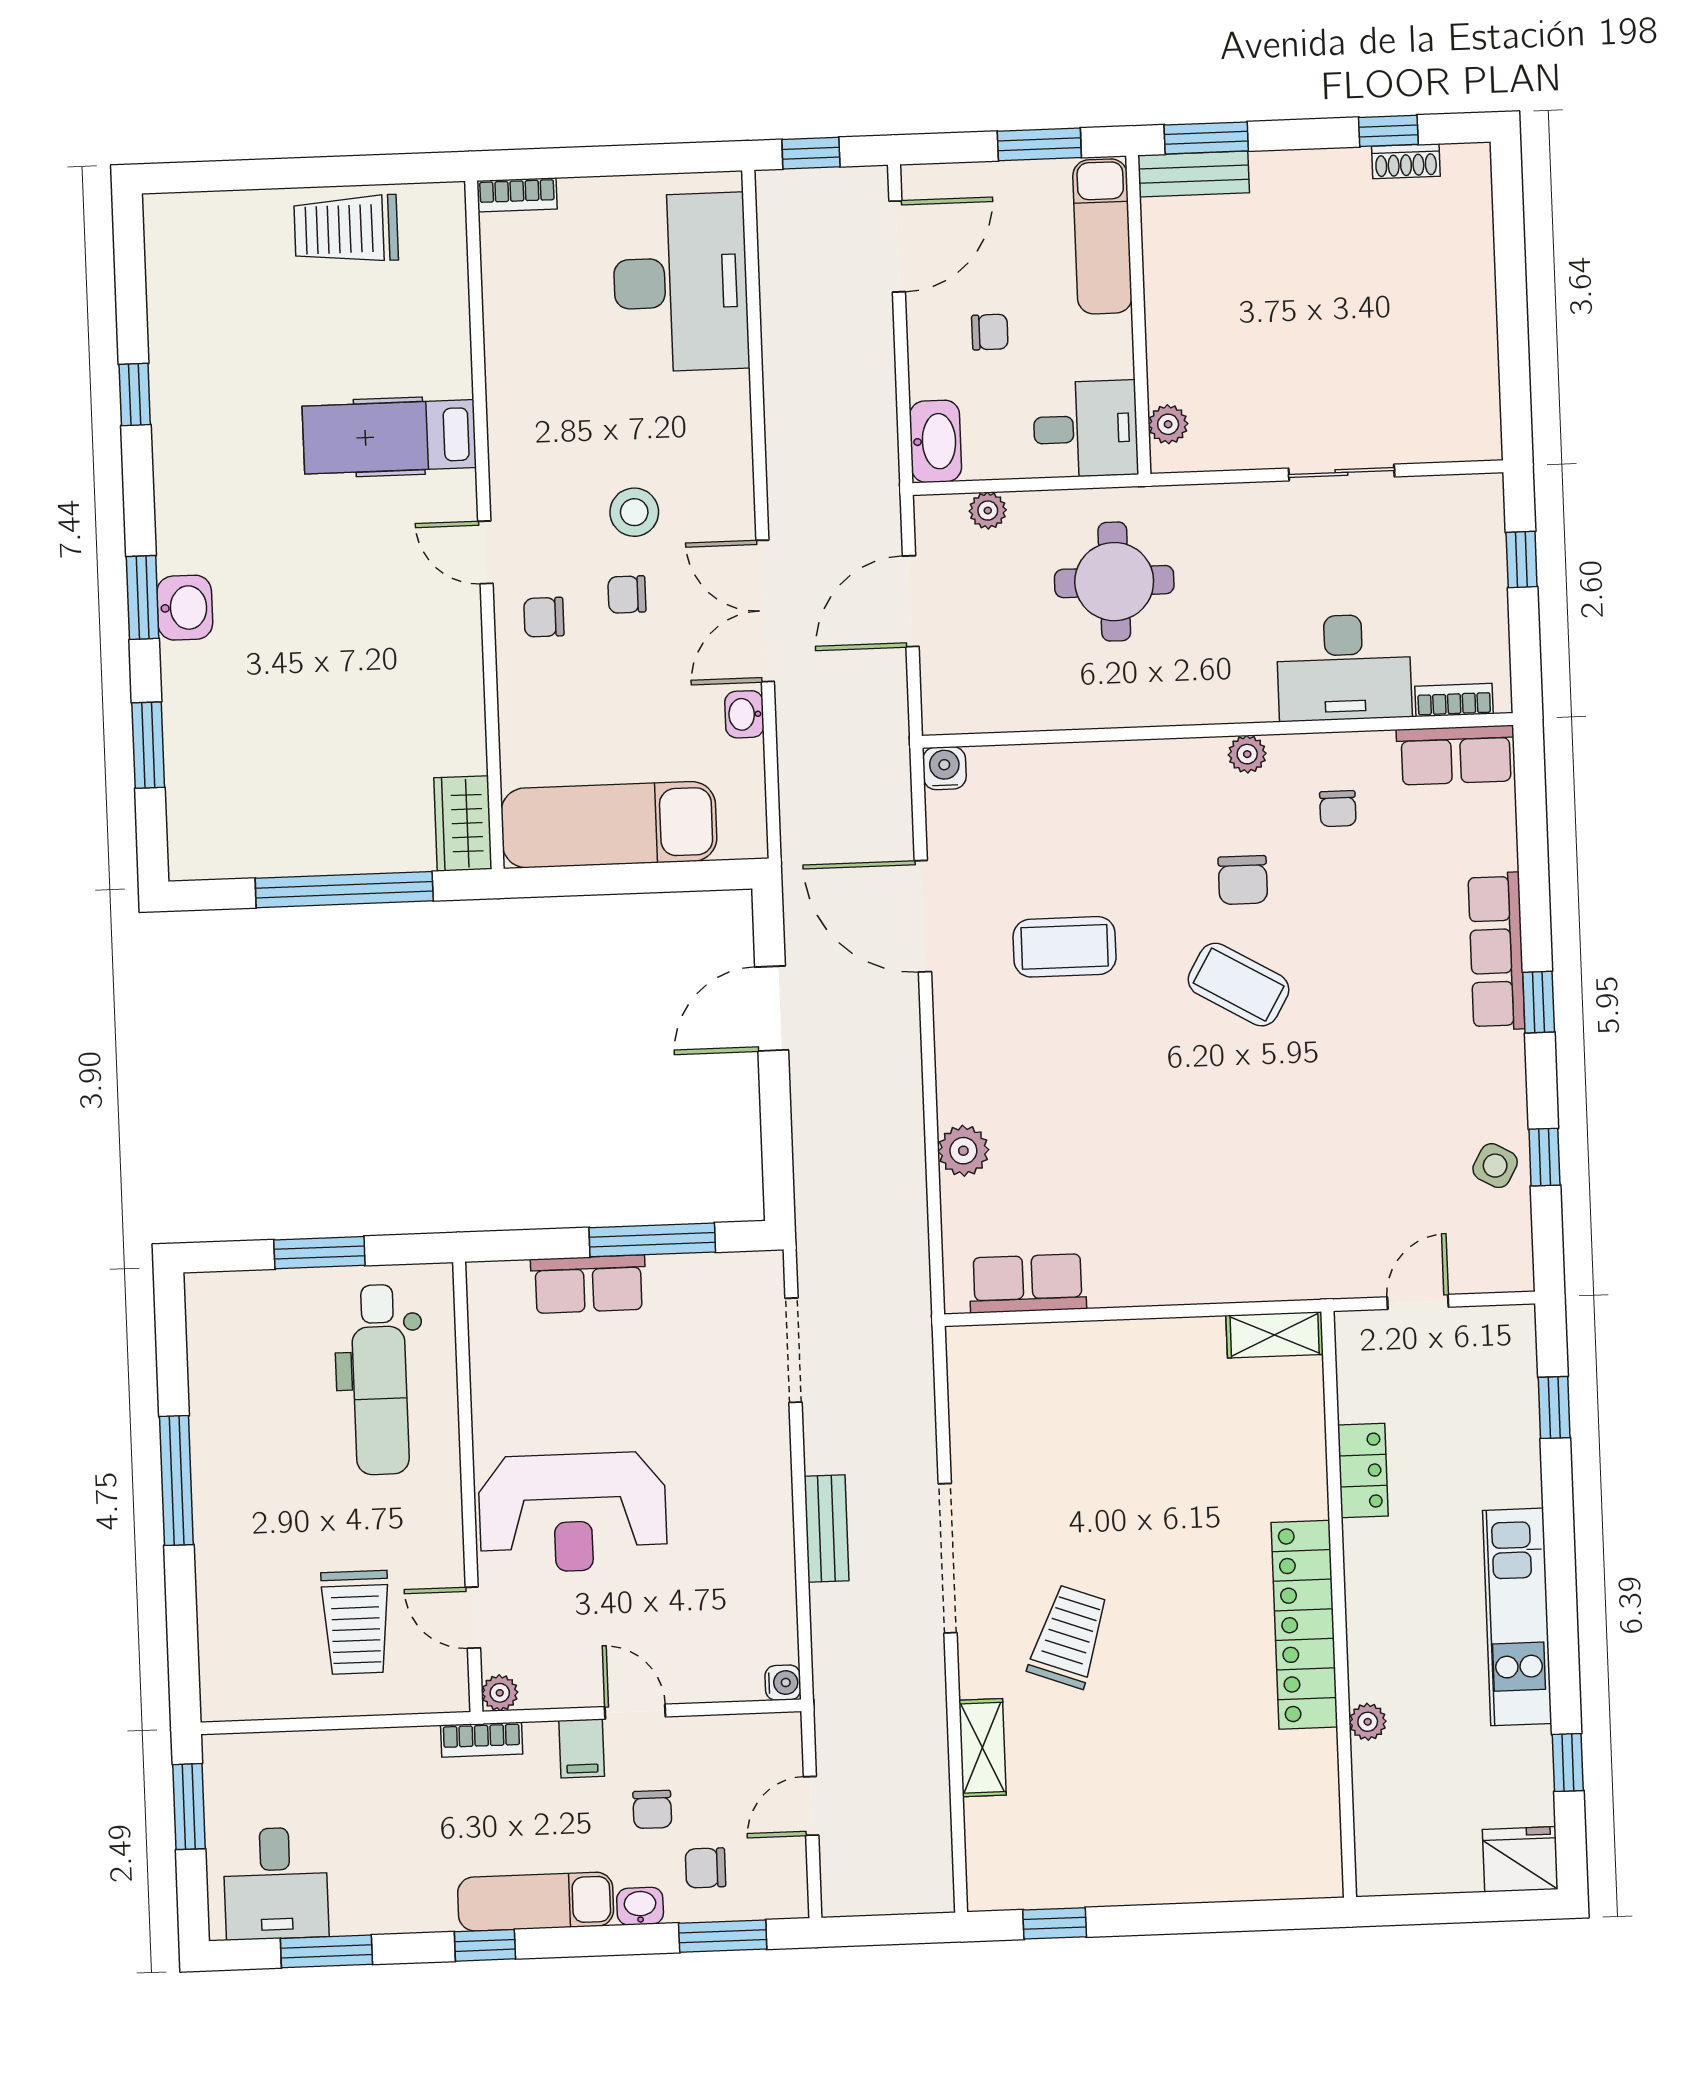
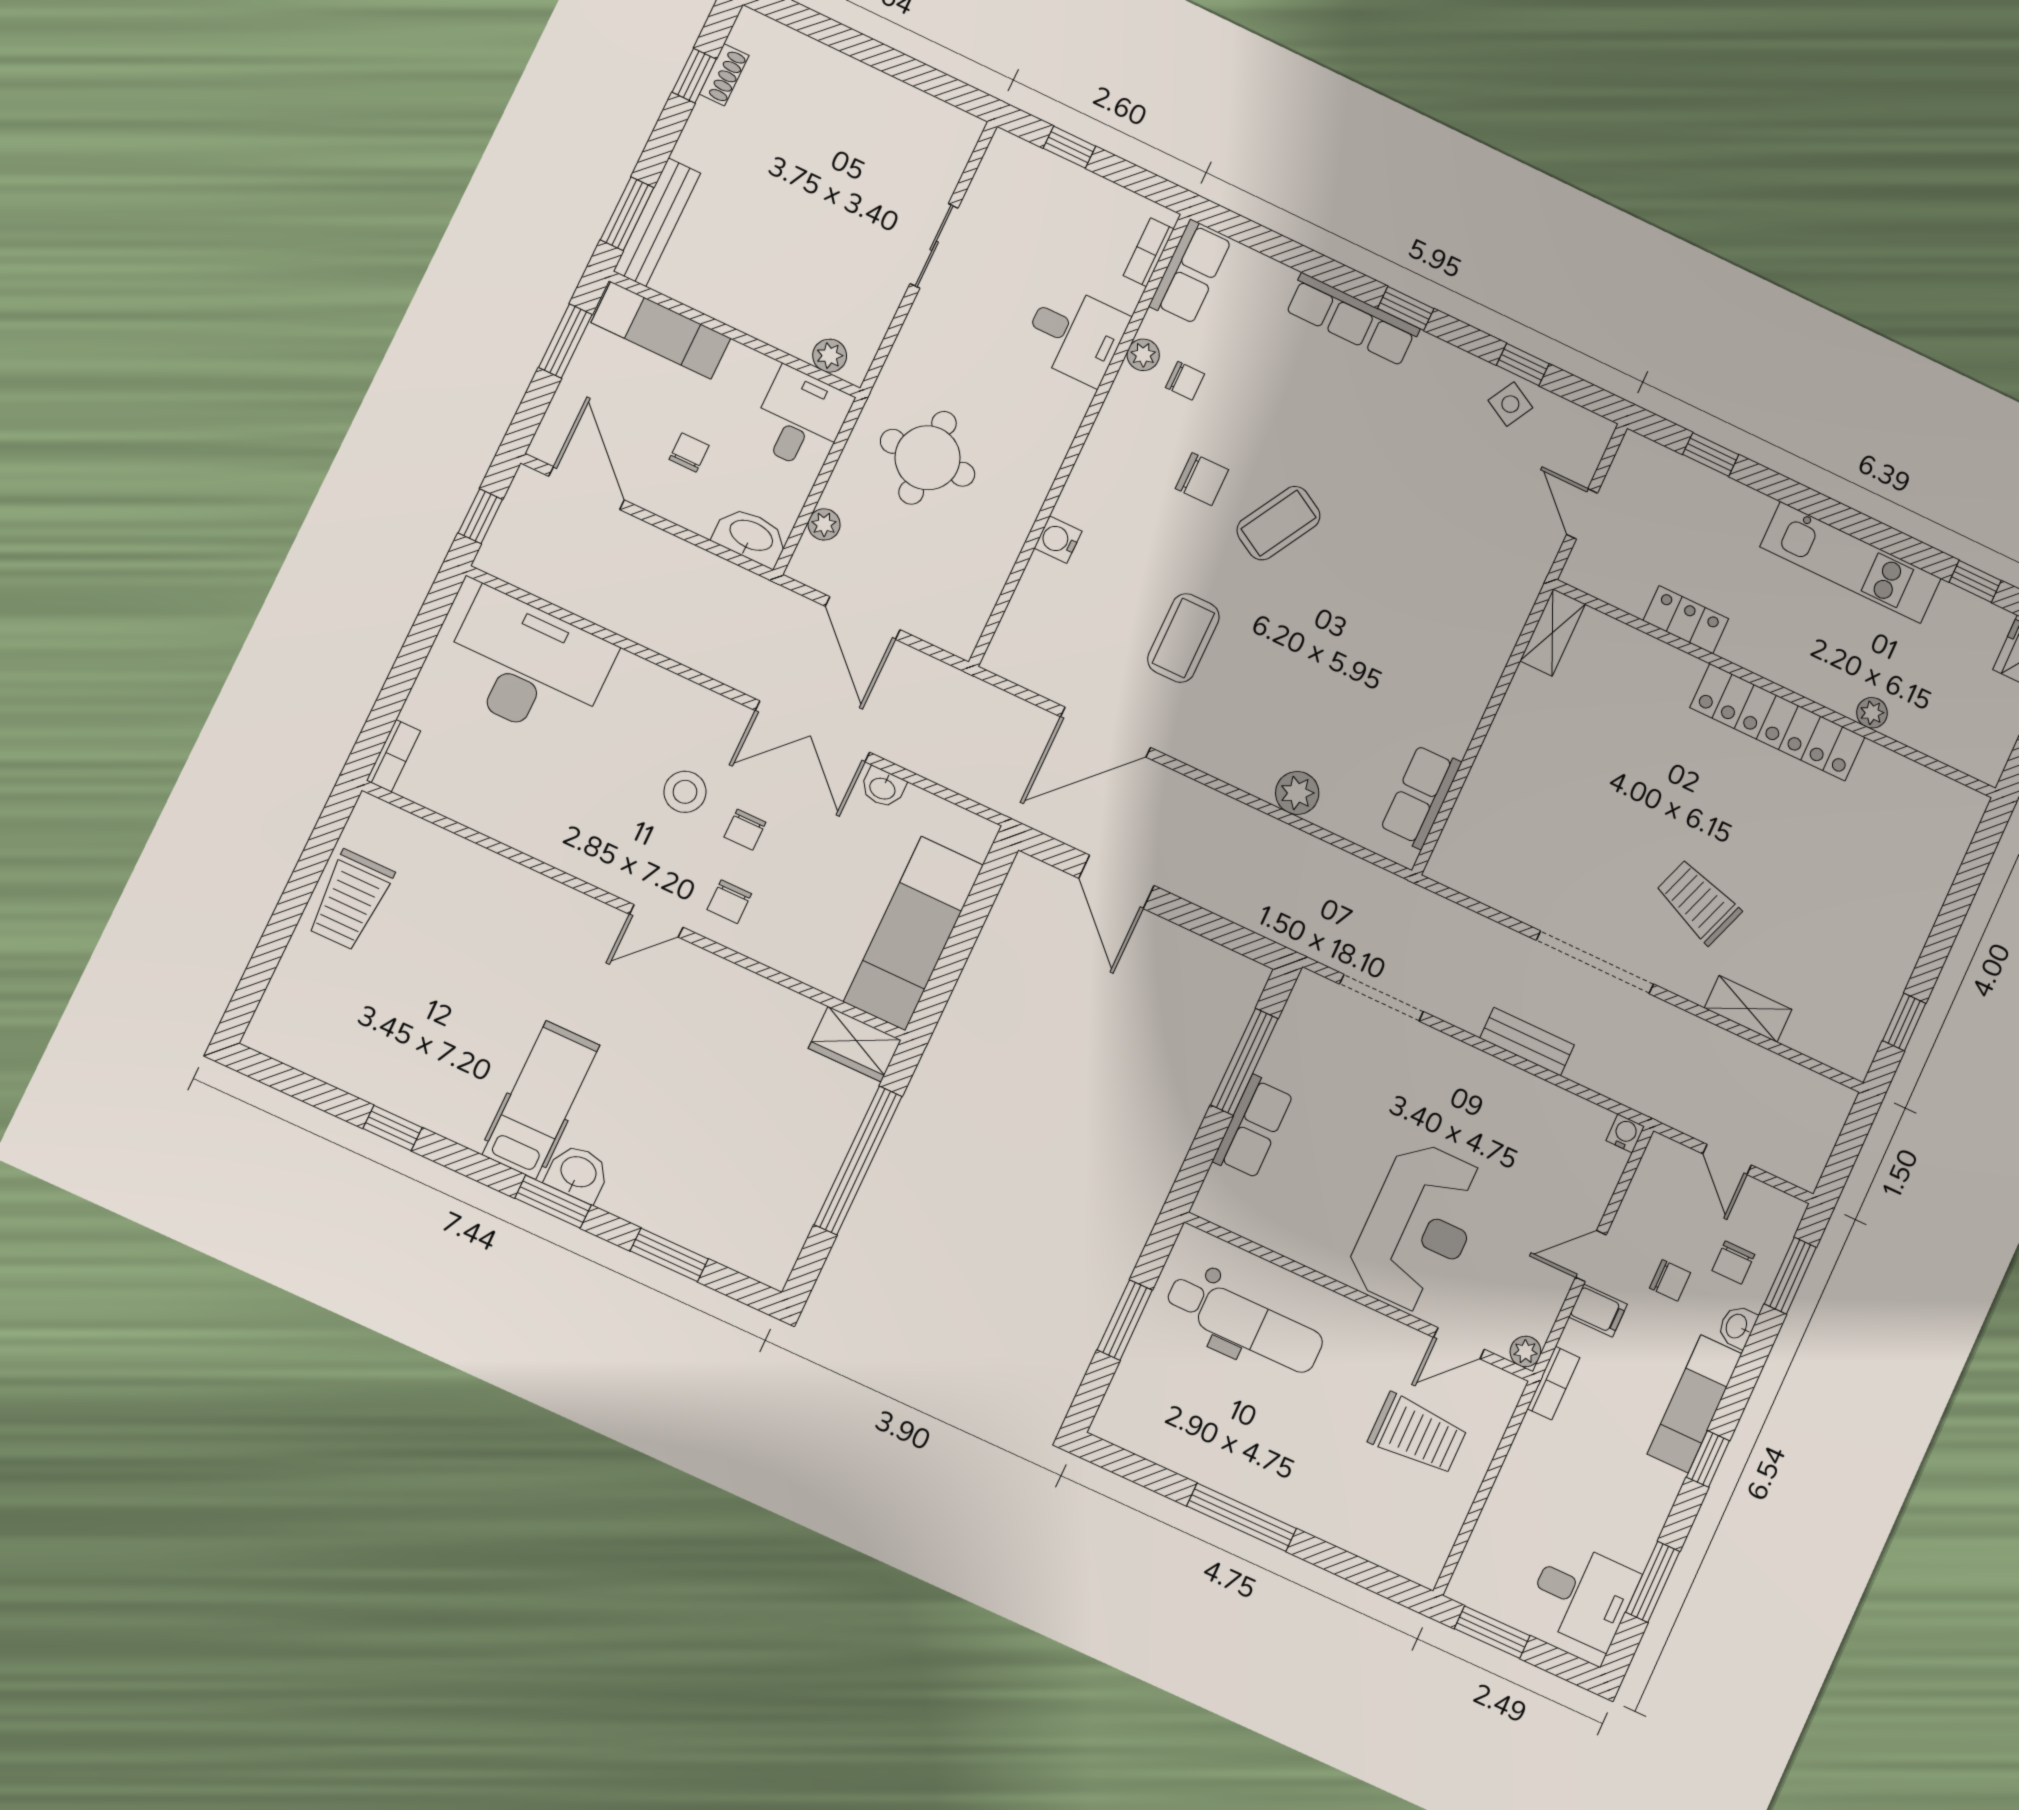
bench: (1194, 174) -> (657, 222), width x1.36
hospital bed: (389, 437) -> (541, 1100), moved, turned 180
desk: (1344, 668) -> (1075, 334), width x0.73
plant: (1247, 754) -> (1143, 355), moved
water cooler: (944, 768) -> (1058, 540), moved

